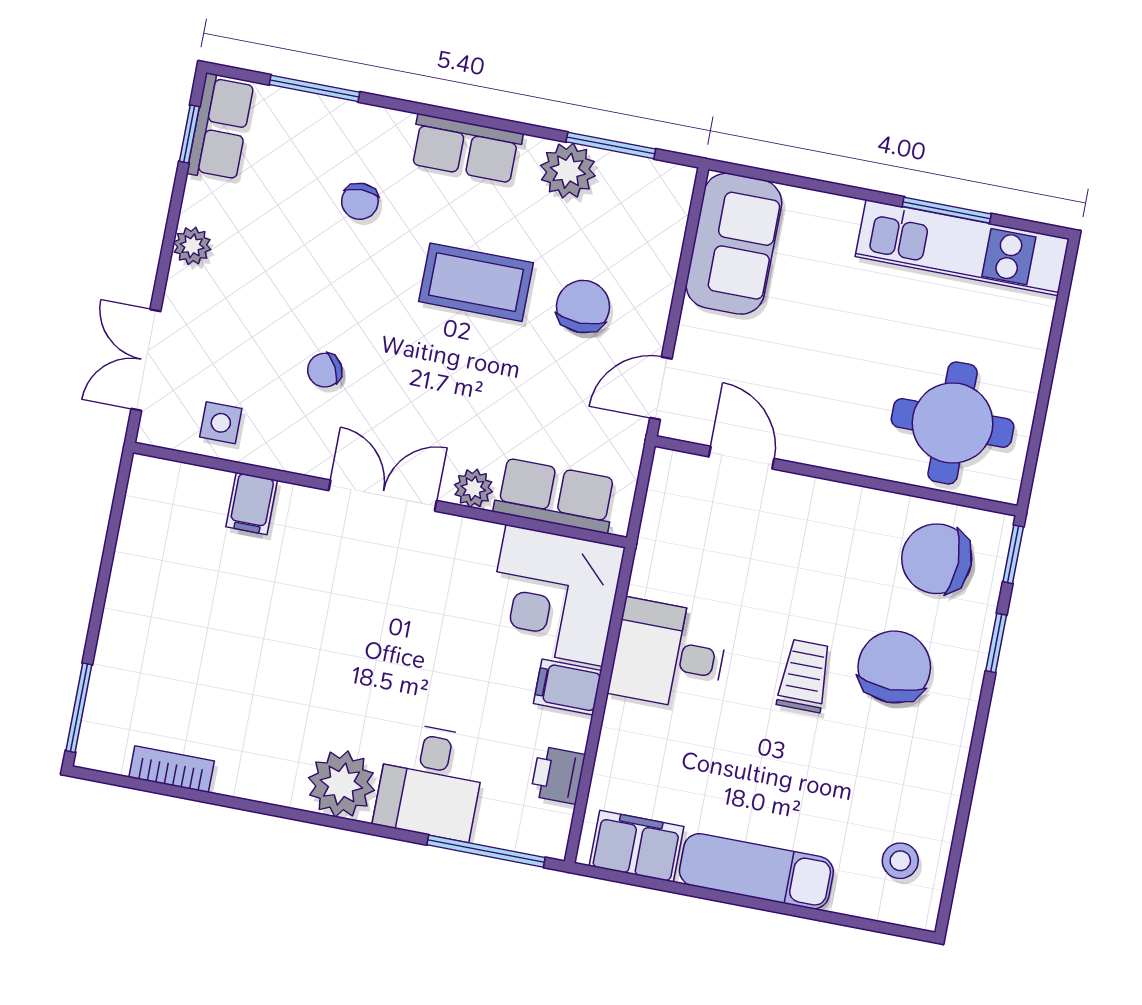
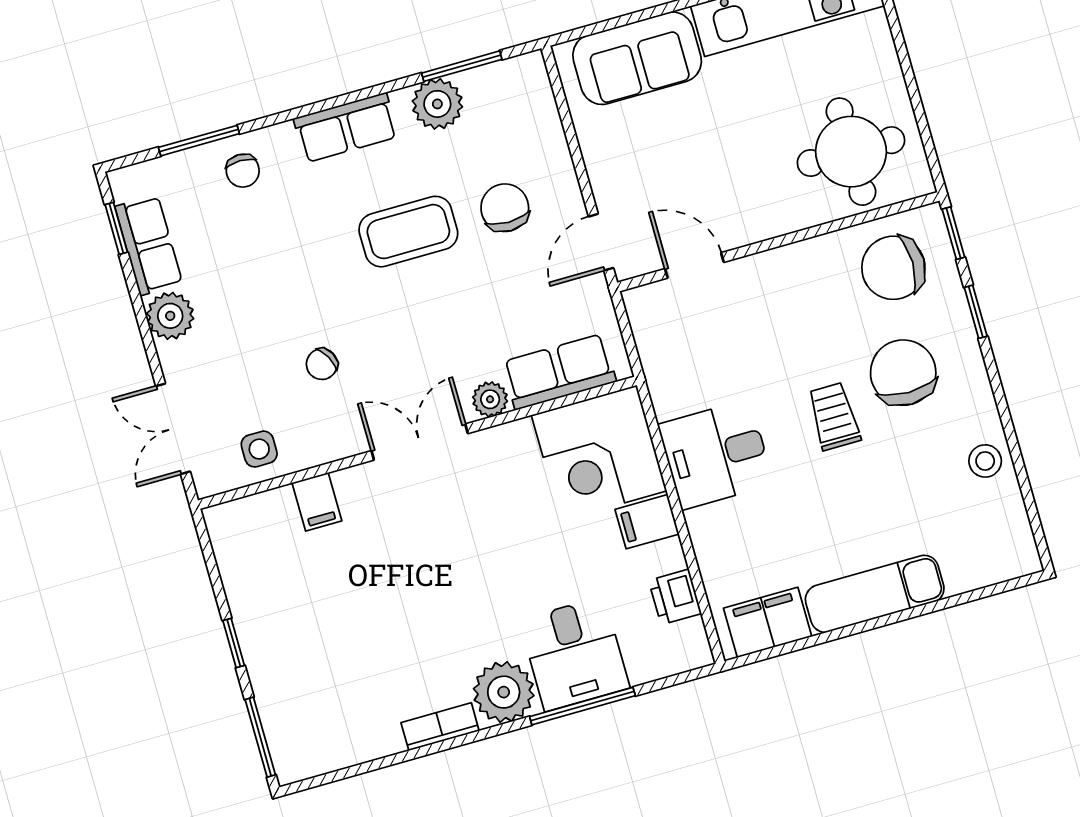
row of seats: (221, 128) -> (149, 245), moved
chair: (360, 201) -> (243, 171), moved
sofa: (734, 244) -> (637, 58), moved, turned 90
plant: (192, 246) -> (170, 316), width x1.38, depth x1.38
window: (99, 602) -> (234, 643), added
bookcase: (172, 769) -> (440, 727), moved
window: (486, 851) -> (582, 706), moved
stool: (900, 861) -> (985, 461), moved

